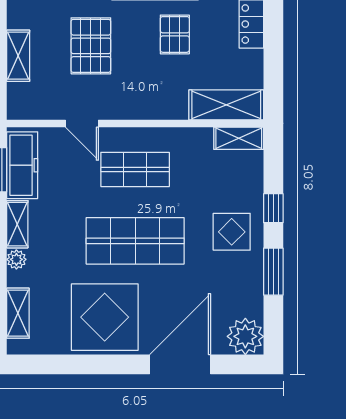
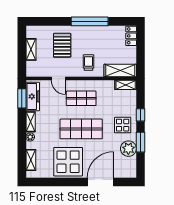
pallet: (175, 34) -> (98, 40), removed
trolley: (152, 86) -> (89, 63), added
plant: (245, 336) -> (128, 149), moved

